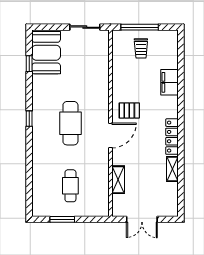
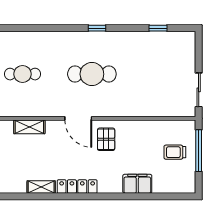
booth: (46, 53) -> (170, 47), removed

